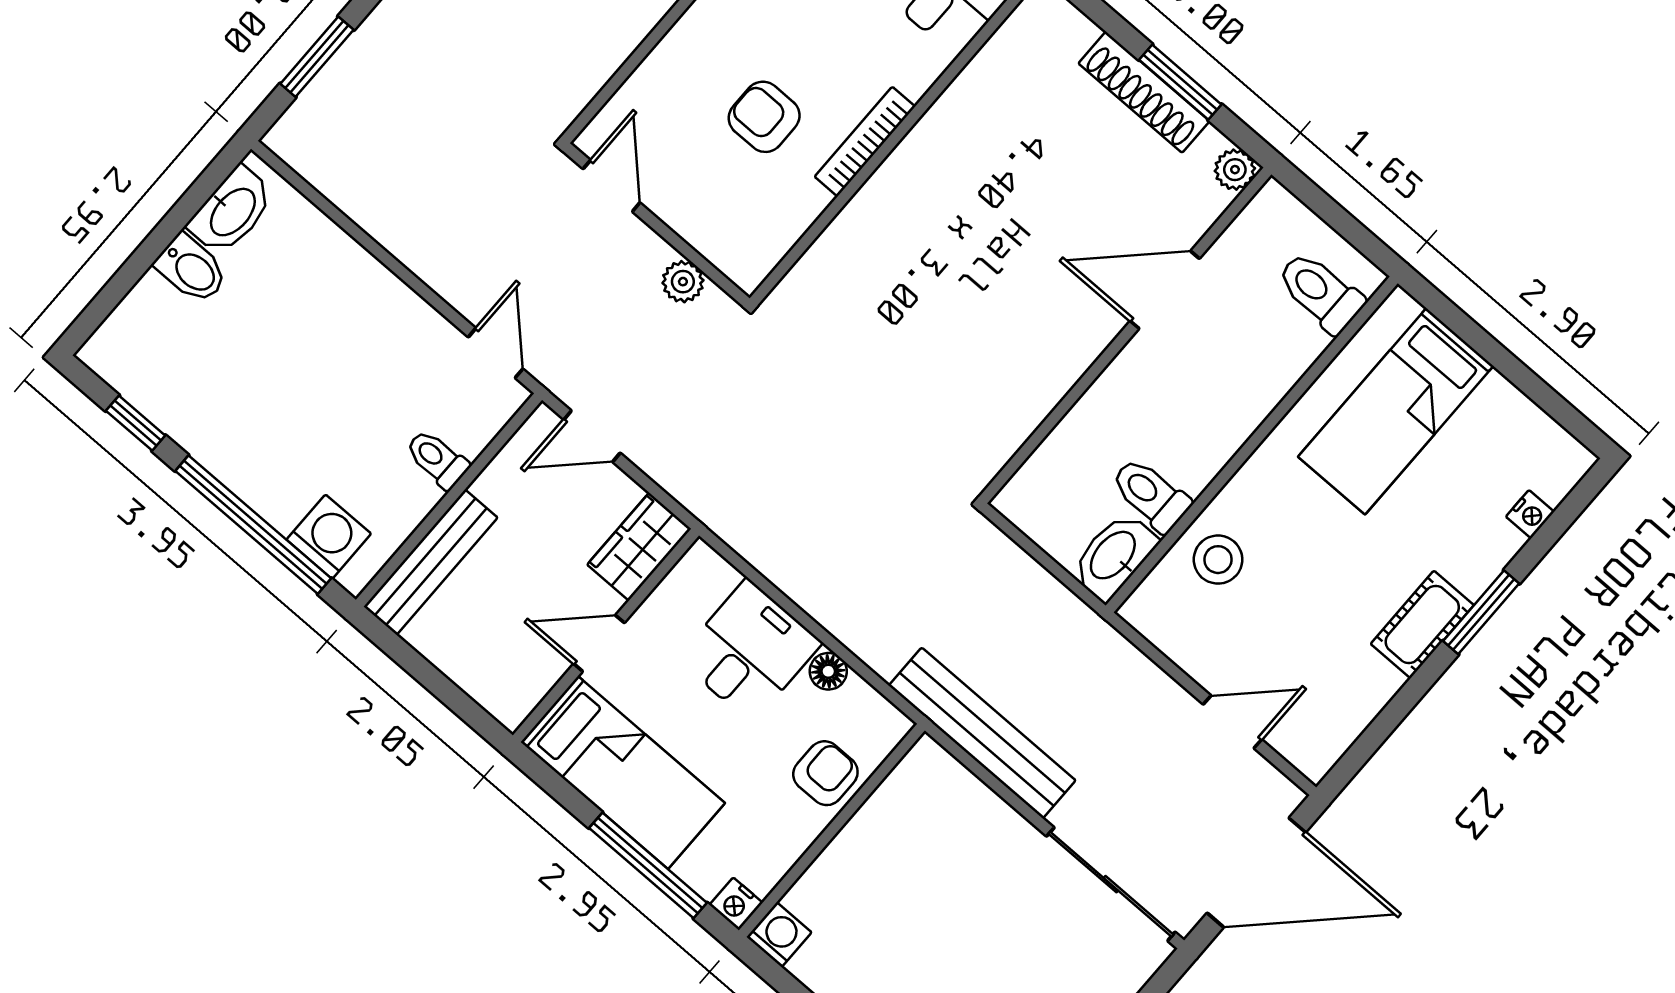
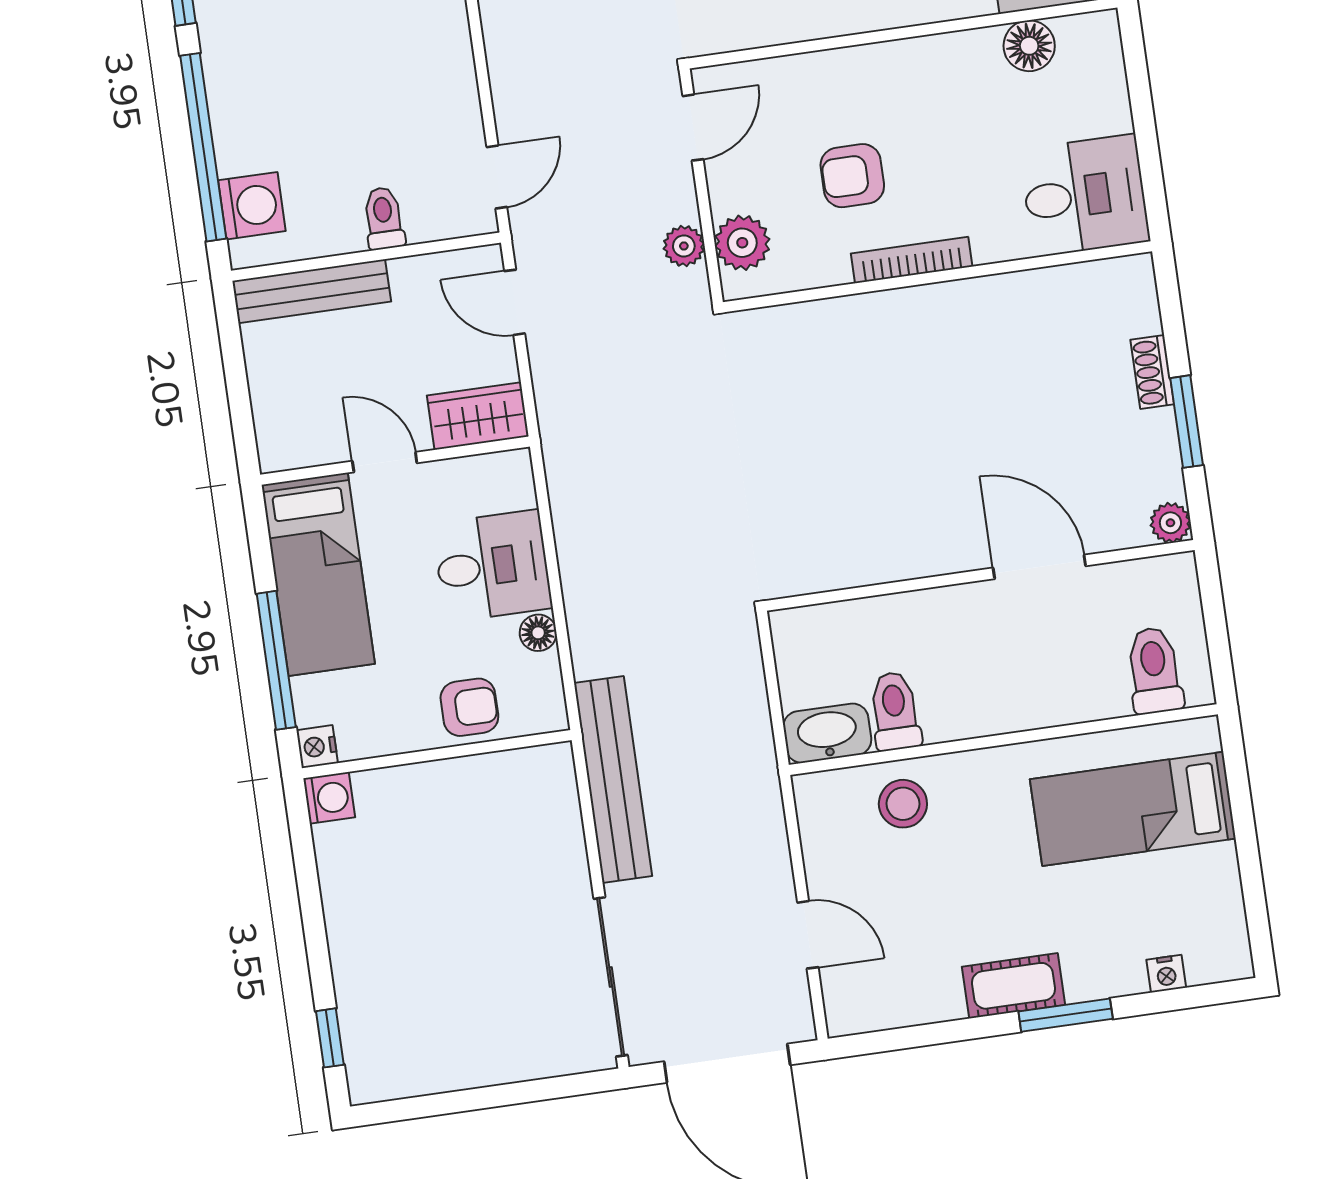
shoe rack: (1144, 92) -> (1152, 372), width x0.51, depth x0.81
armchair: (764, 117) -> (852, 176), turned -90
plant: (725, 240) -> (742, 243), added

